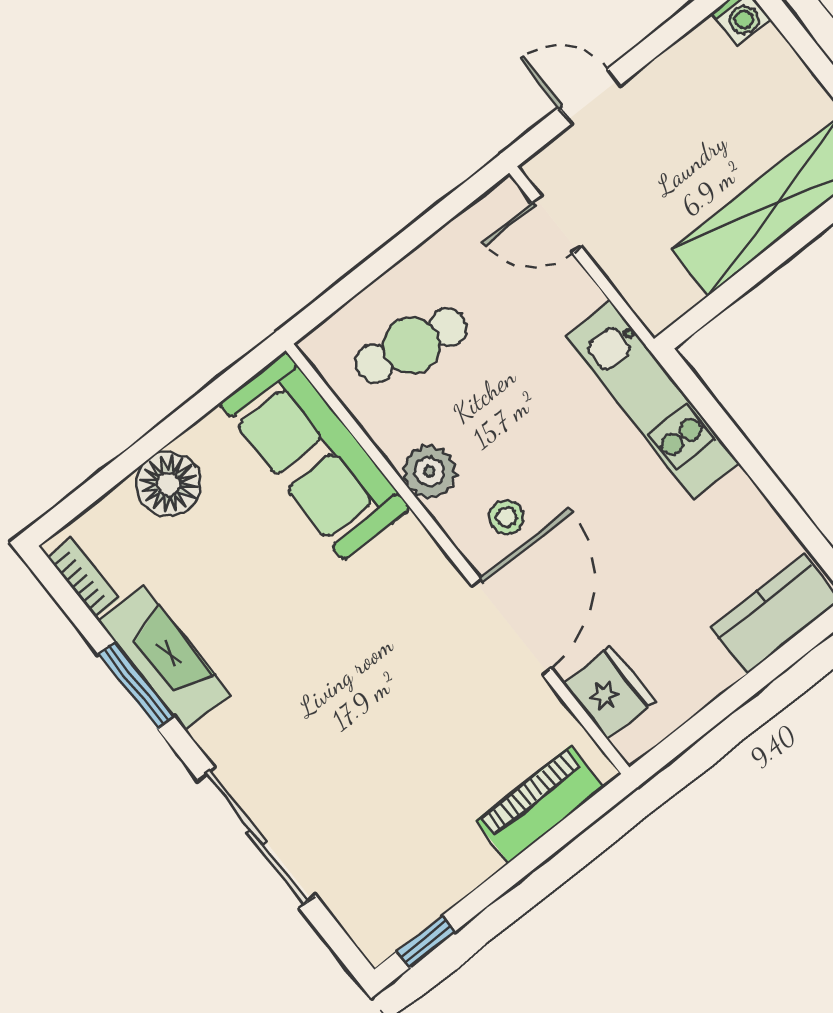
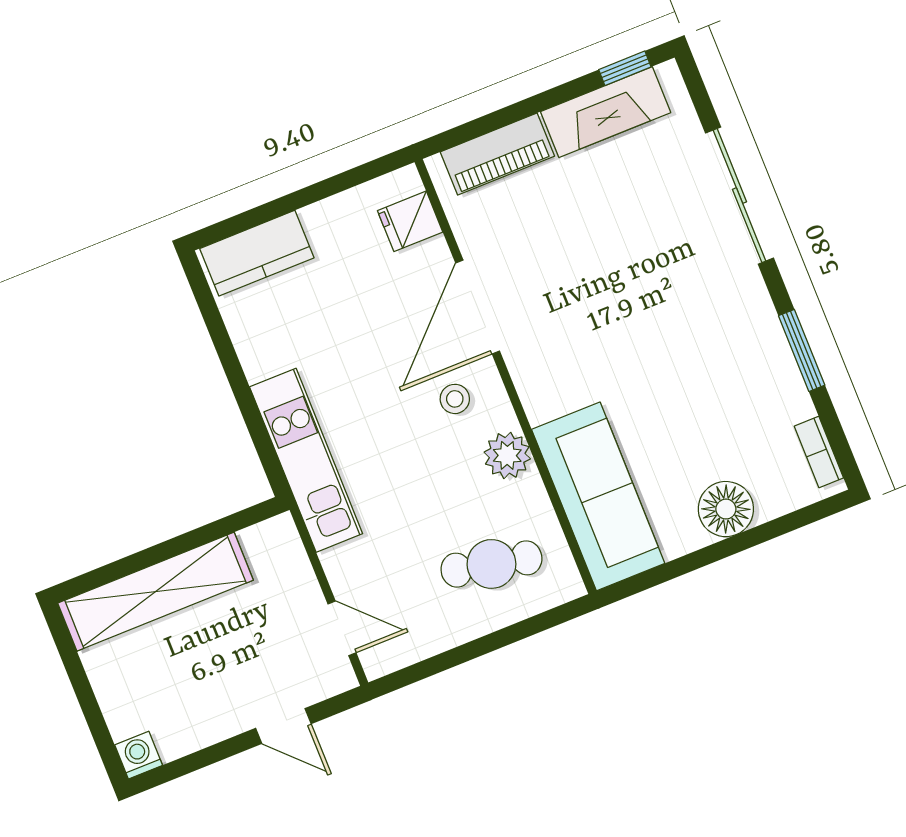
fireplace: (164, 658) -> (606, 112), moved, turned -90
fridge: (609, 692) -> (410, 221), width x0.72

